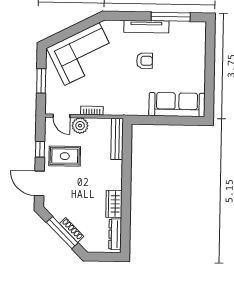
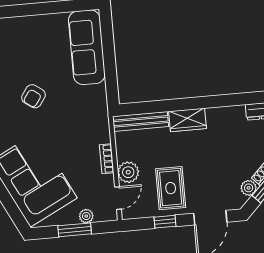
armchair: (145, 61) -> (34, 96), turned -145
plant: (51, 91) -> (86, 216), added
wardrobe: (114, 204) -> (188, 120), moved
plant: (59, 215) -> (249, 188), added

